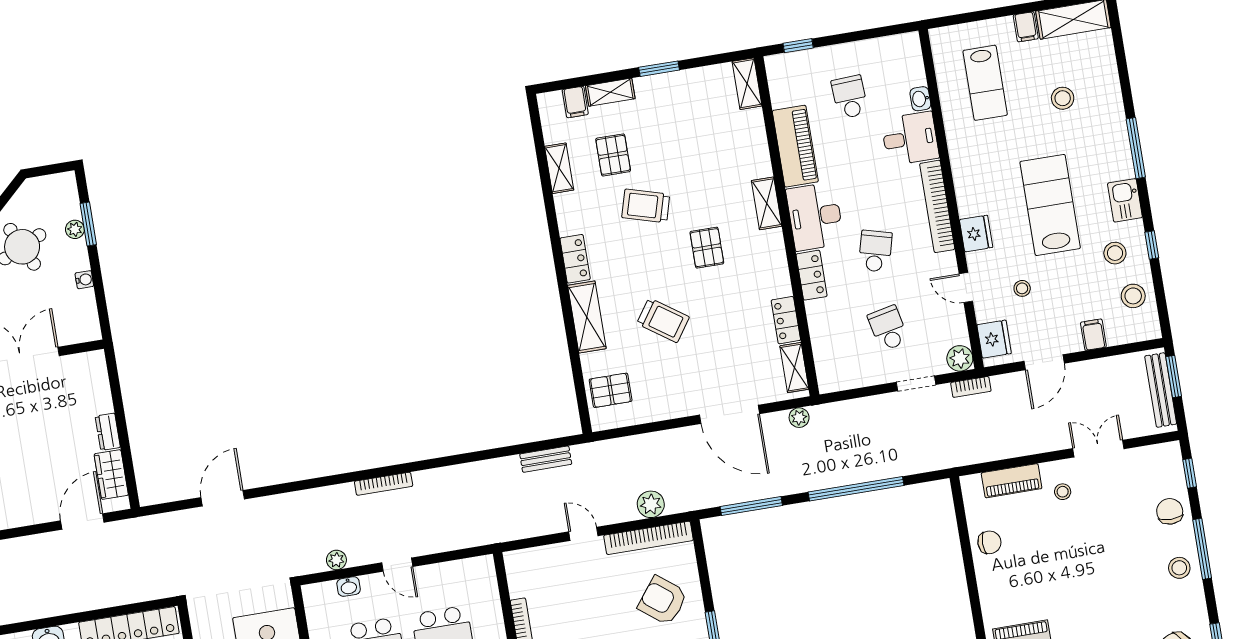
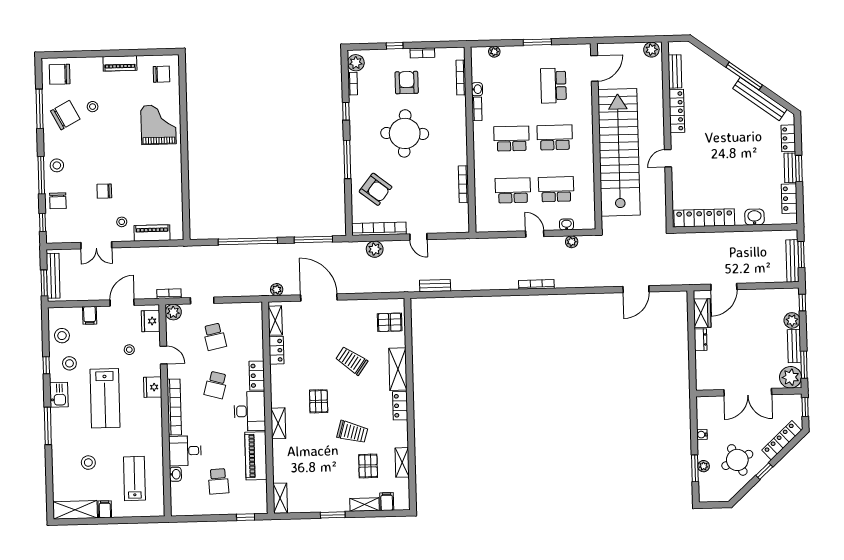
chair: (989, 542) -> (104, 191), moved

